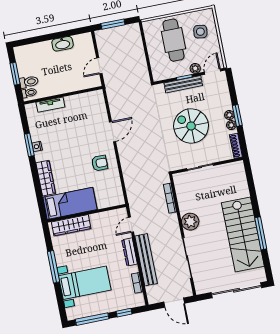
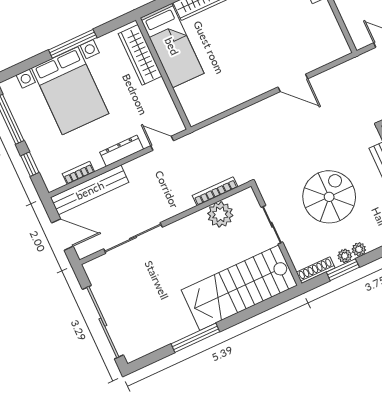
window: (237, 115) -> (343, 270), moved
armchair: (100, 163) -> (242, 75), removed
plant: (190, 222) -> (220, 214), moved
stairs: (243, 234) -> (239, 288), moved
bench: (146, 260) -> (90, 190), moved
bed with nightstands: (85, 283) -> (70, 91), width x1.36
door: (174, 303) -> (62, 235), swing flipped

